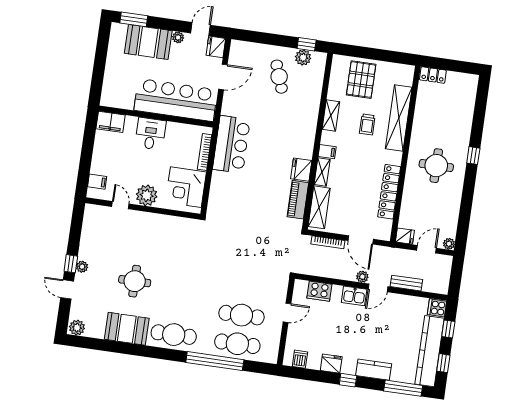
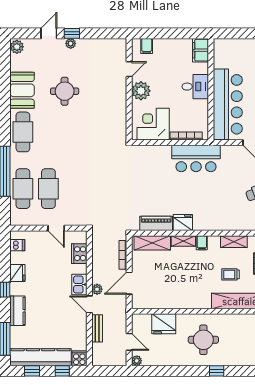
locker: (389, 192) -> (175, 302), removed
fridge: (405, 236) -> (164, 324), moved, width x1.88, depth x1.34

